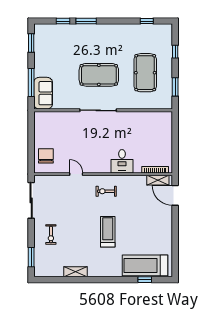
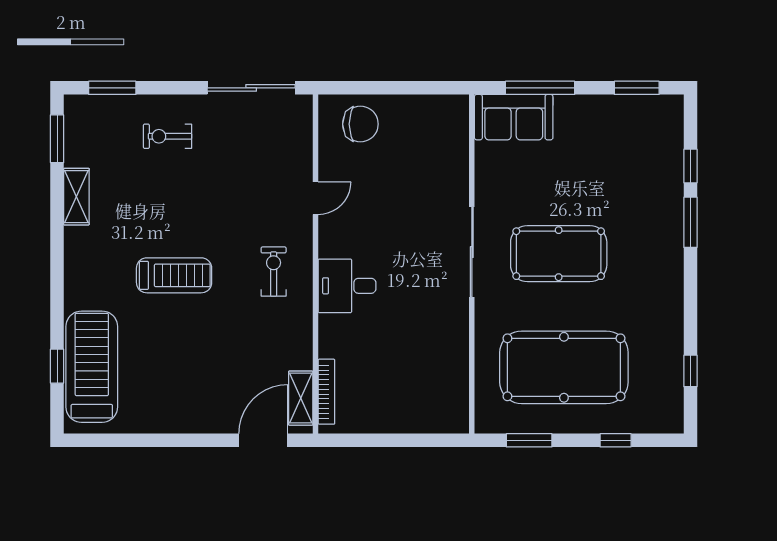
pool table: (145, 73) -> (564, 367), width x1.36, depth x1.32
pool table: (99, 75) -> (559, 254), turned 90
desk: (122, 161) -> (347, 286), moved
window: (52, 280) -> (57, 139), added

